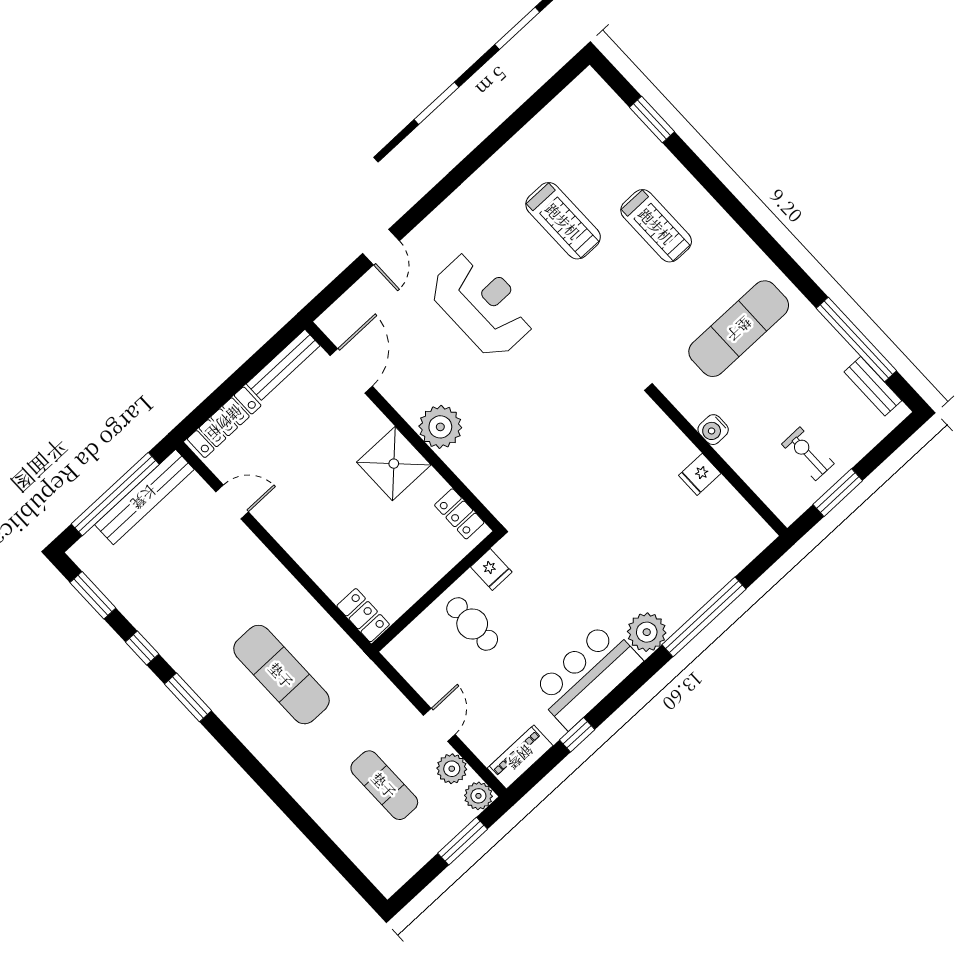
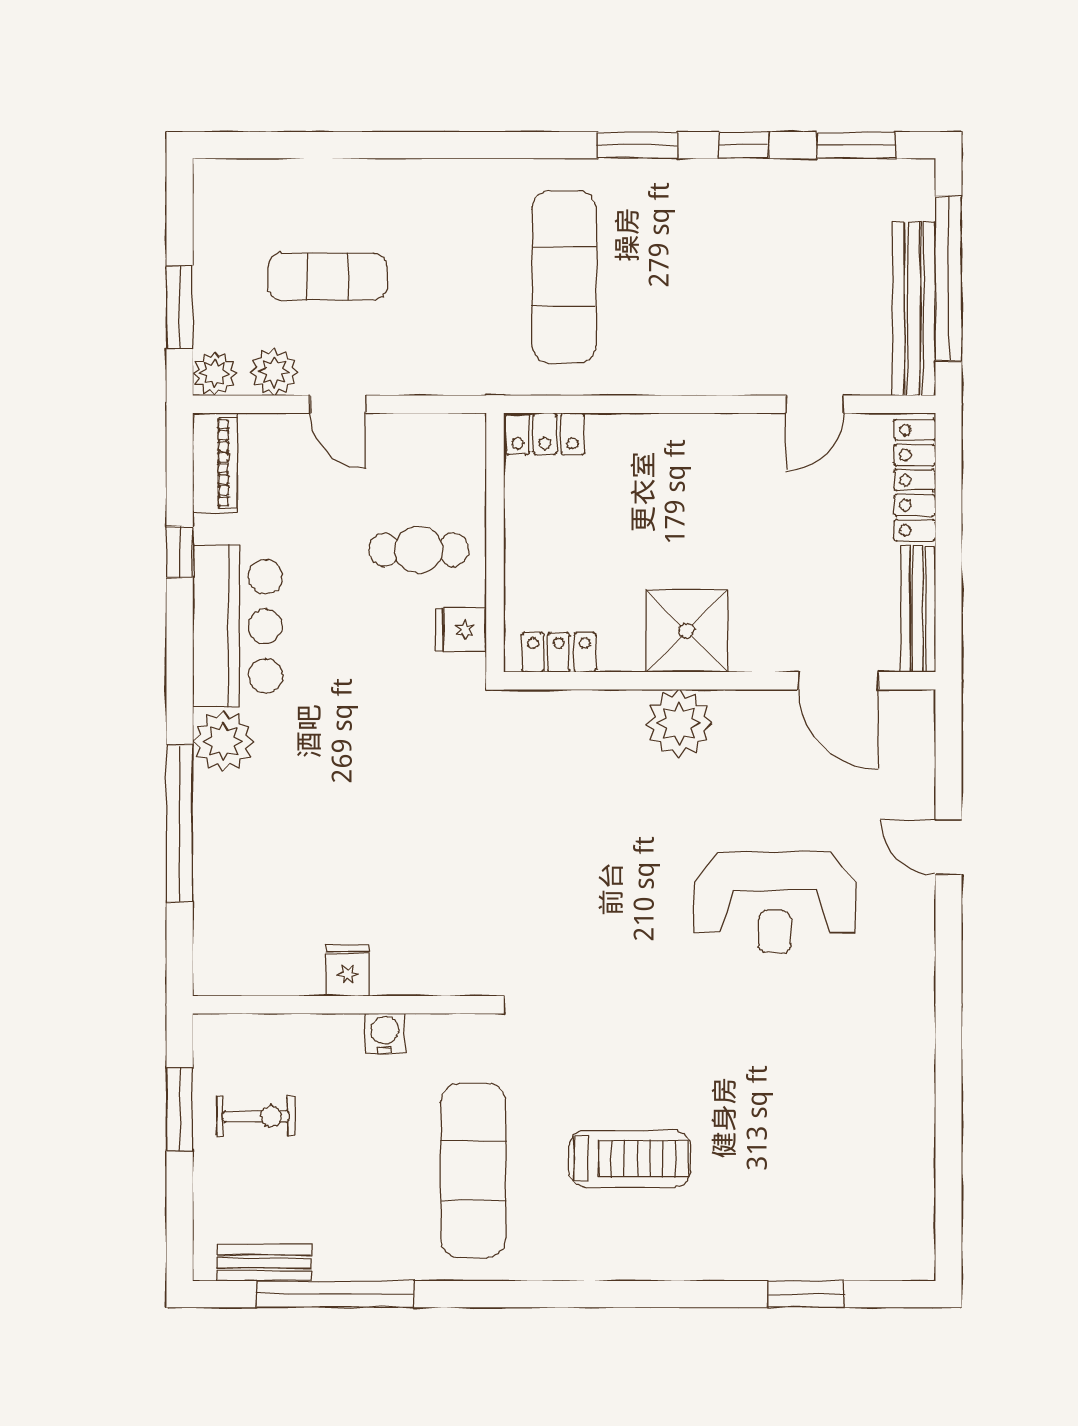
treadmill: (563, 221) -> (785, 1084), removed
treadmill: (656, 226) -> (630, 1159), moved, turned 180
exercise mat: (281, 675) -> (564, 277), turned 90

